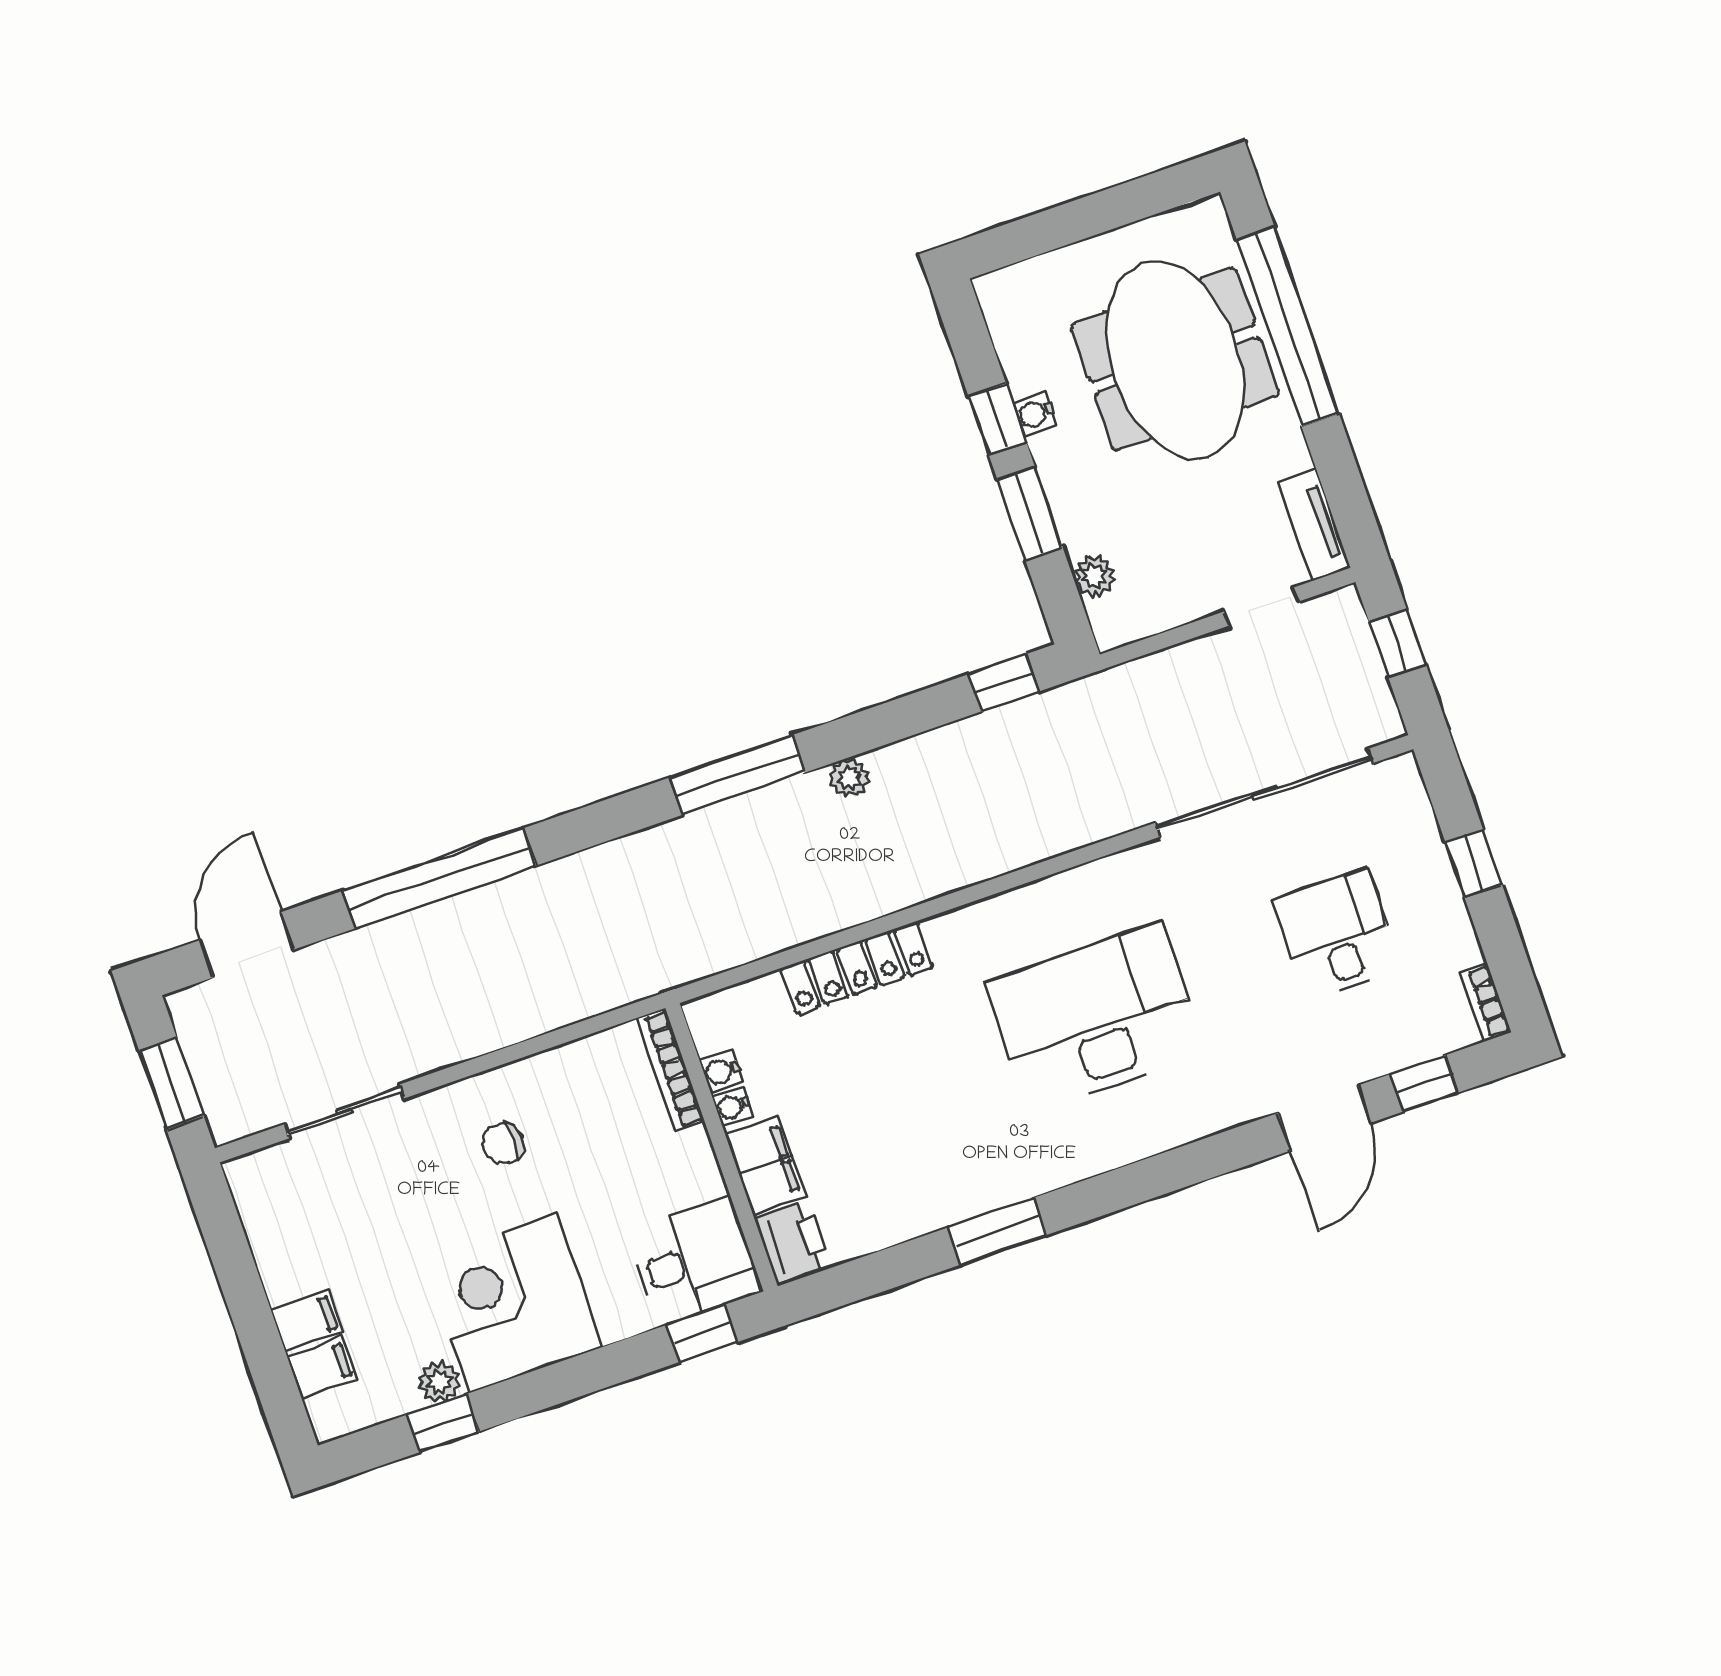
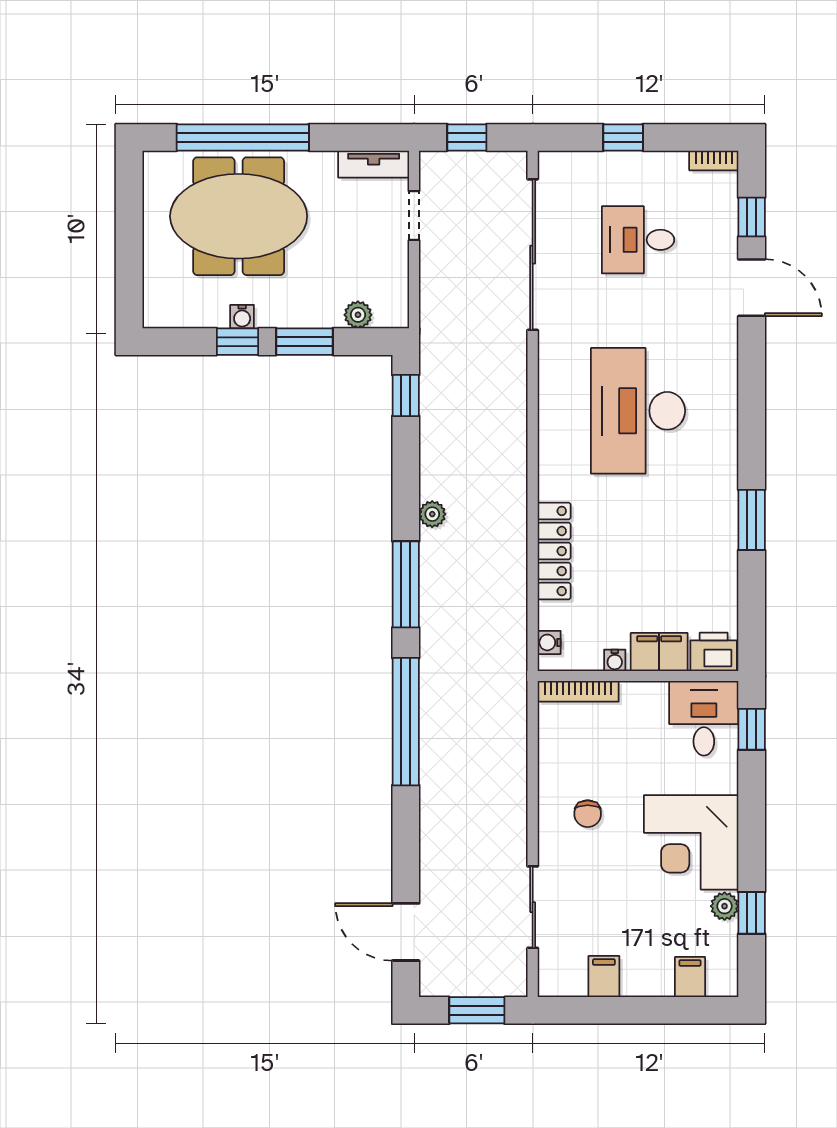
window: (440, 878) -> (406, 722), moved
water cooler: (721, 1071) -> (549, 642), moved, turned 90
filing cabinet: (307, 1320) -> (604, 977), moved

